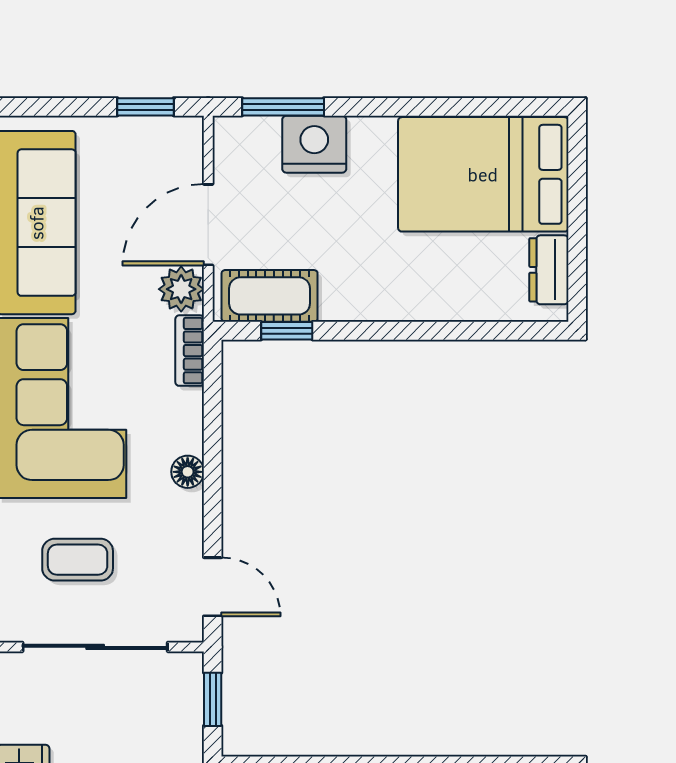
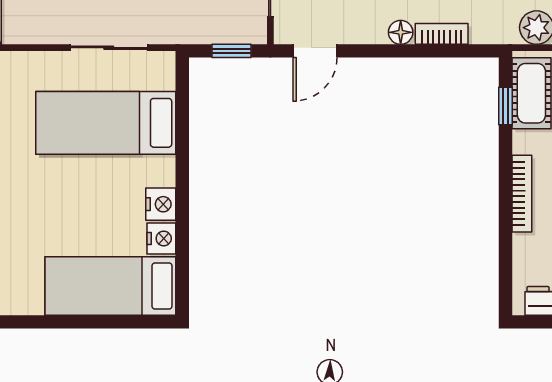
bookcase: (404, 309) -> (522, 194), added
bookcase: (190, 351) -> (442, 34), moved

